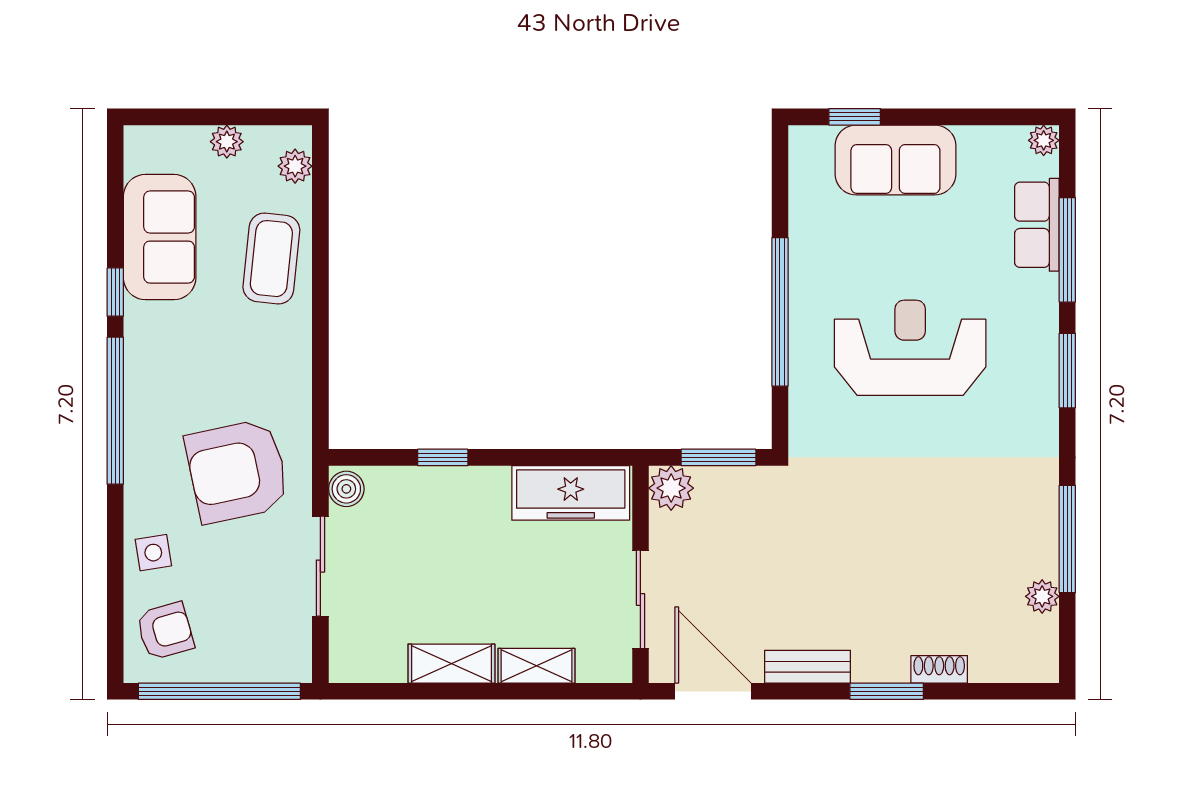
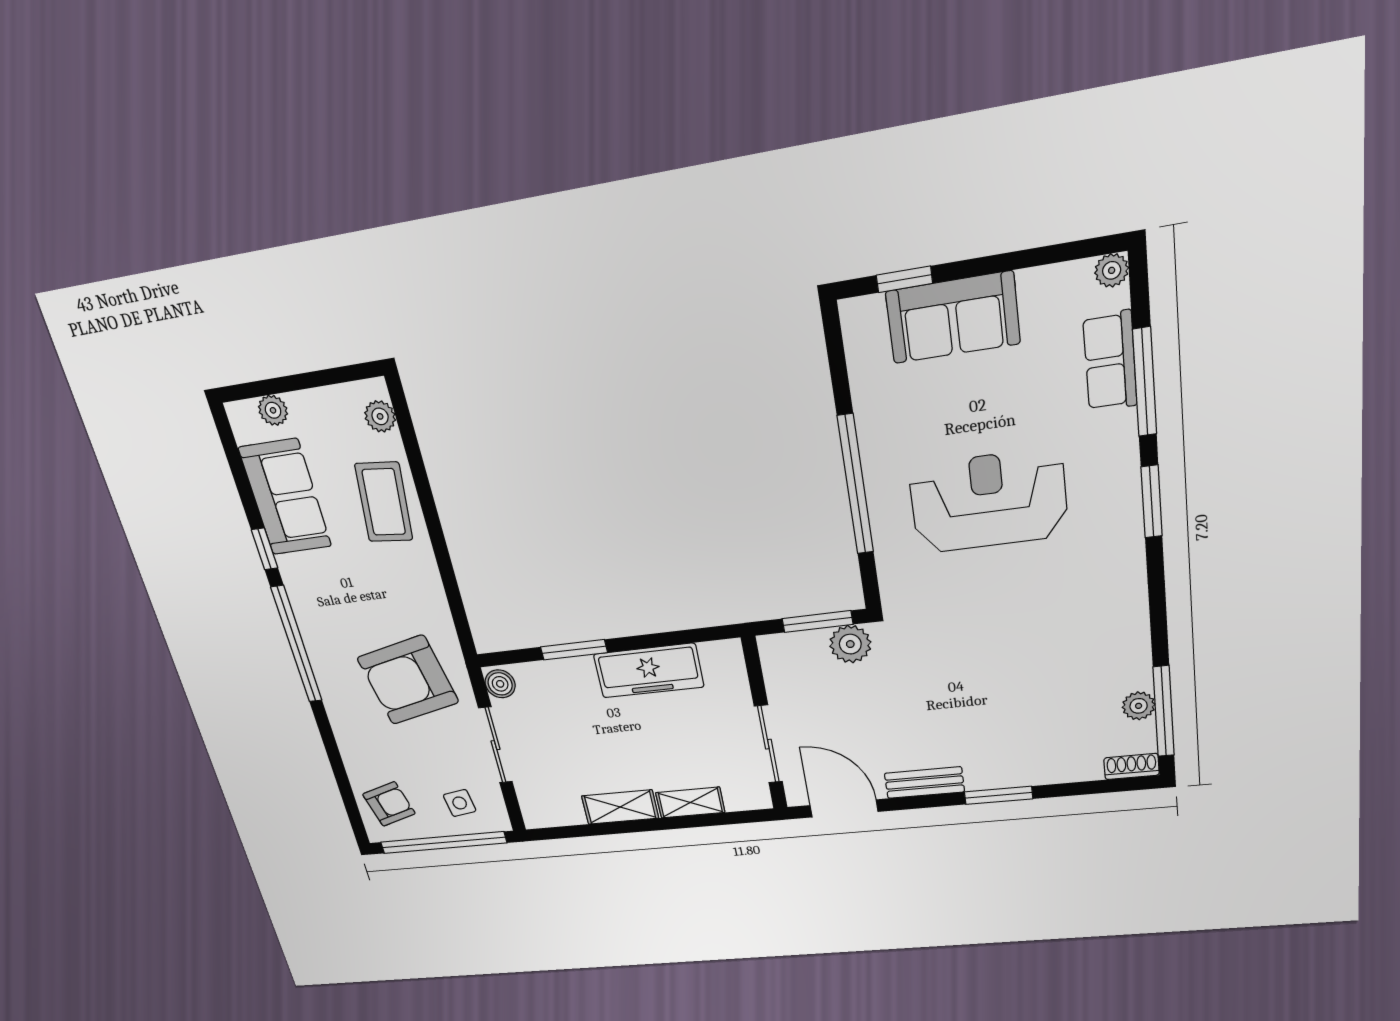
plant: (227, 142) -> (273, 410), moved
window: (443, 457) -> (574, 650), width x1.50
plant: (671, 488) -> (850, 644), moved
freezer: (571, 493) -> (649, 671), moved
window: (1067, 539) -> (1164, 711), moved
side table: (153, 553) -> (460, 803), moved
shoe rack: (939, 669) -> (1132, 766), moved

